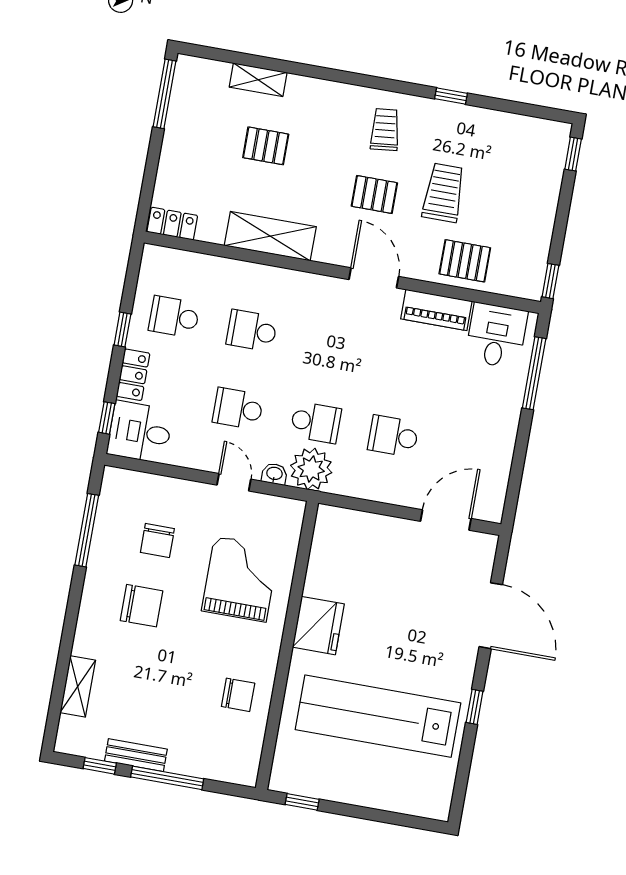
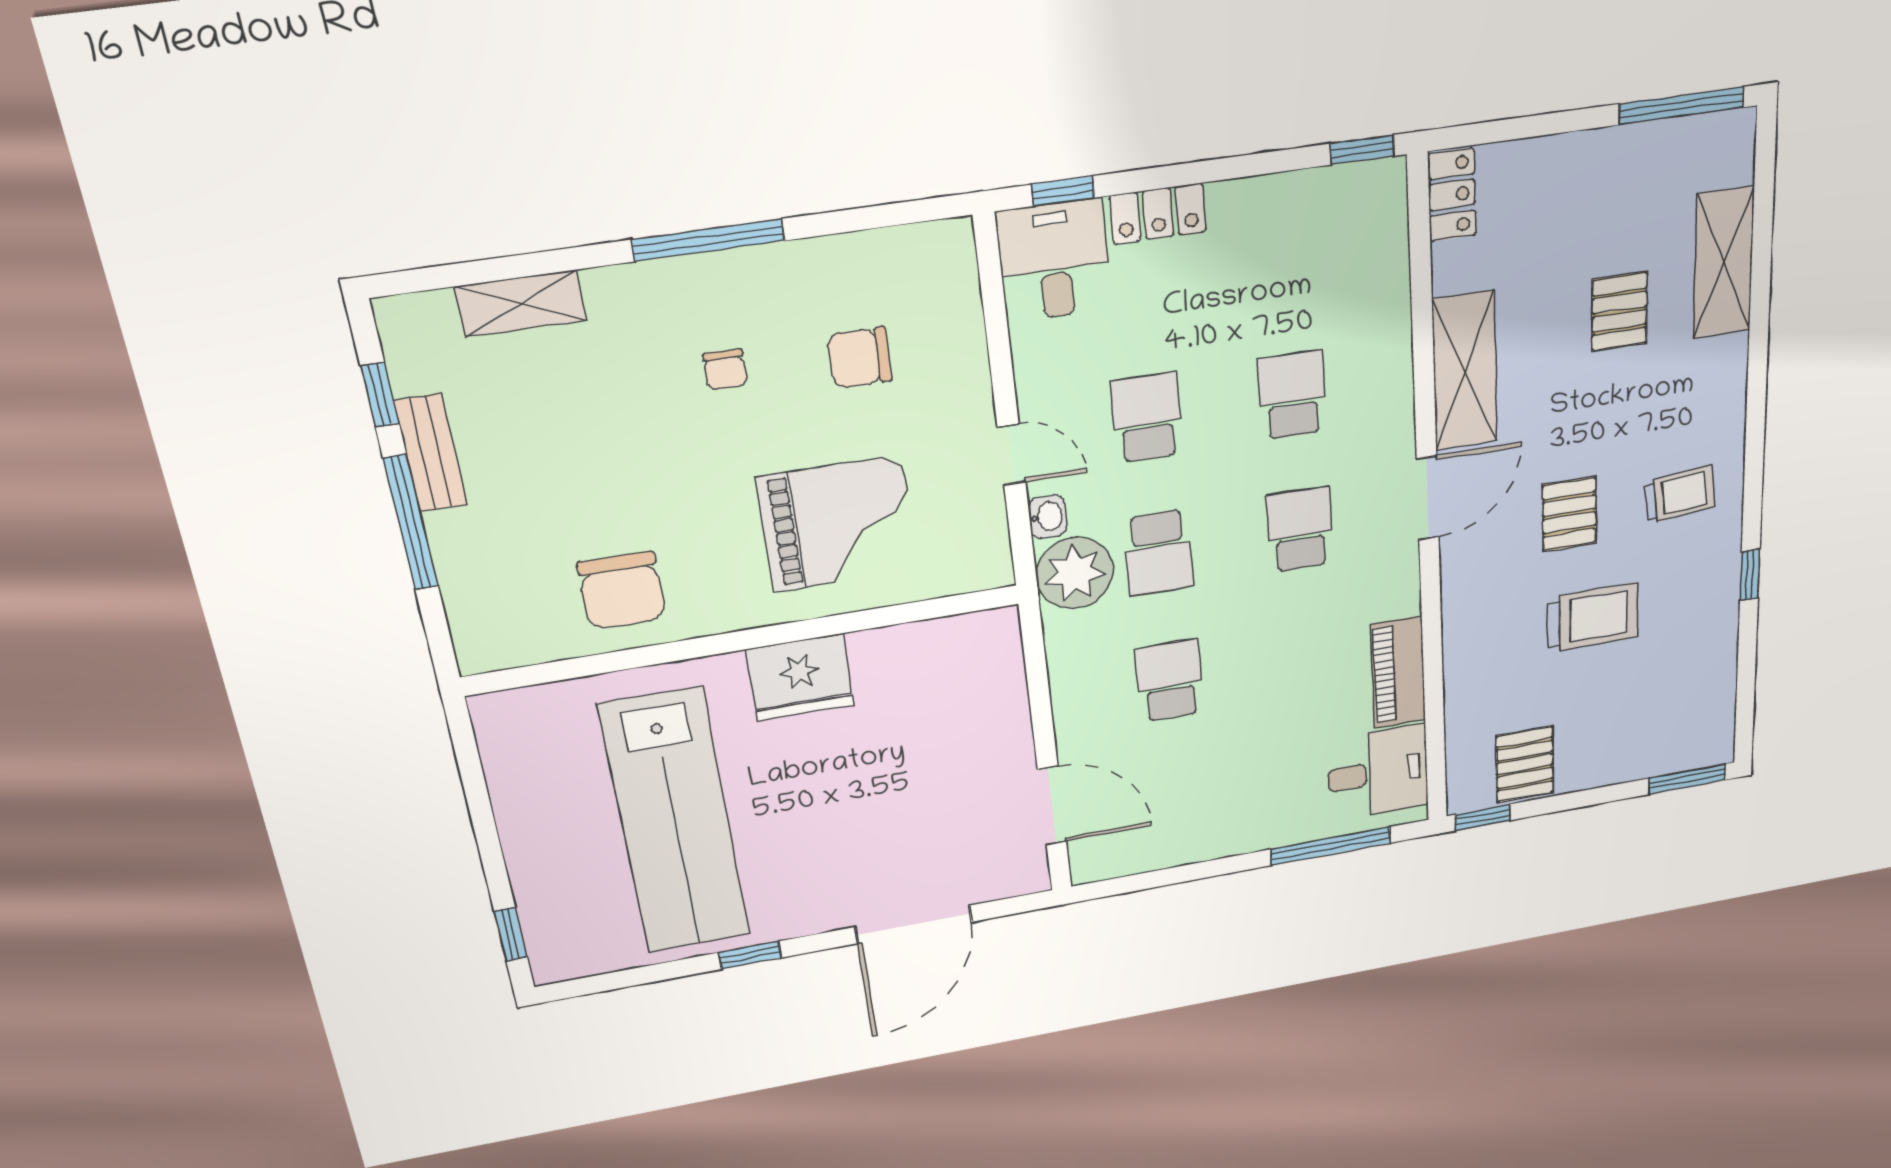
shelving: (258, 80) -> (1724, 263), width x1.50, depth x1.33
window: (573, 154) -> (1687, 779), width x1.50
pallet: (465, 261) -> (1525, 764), moved
door: (374, 278) -> (1428, 498), moved
school desk: (174, 317) -> (1300, 529), moved
window: (122, 329) -> (1362, 150), moved
door: (234, 482) -> (1011, 455), hinge flipped
window: (87, 530) -> (708, 240), moved
chair: (142, 606) -> (725, 370), width x0.54, depth x0.54
chair: (238, 695) -> (622, 590), width x1.37, depth x1.37
lab bench: (378, 716) -> (675, 822), turned 180
window: (302, 802) -> (511, 934), moved

